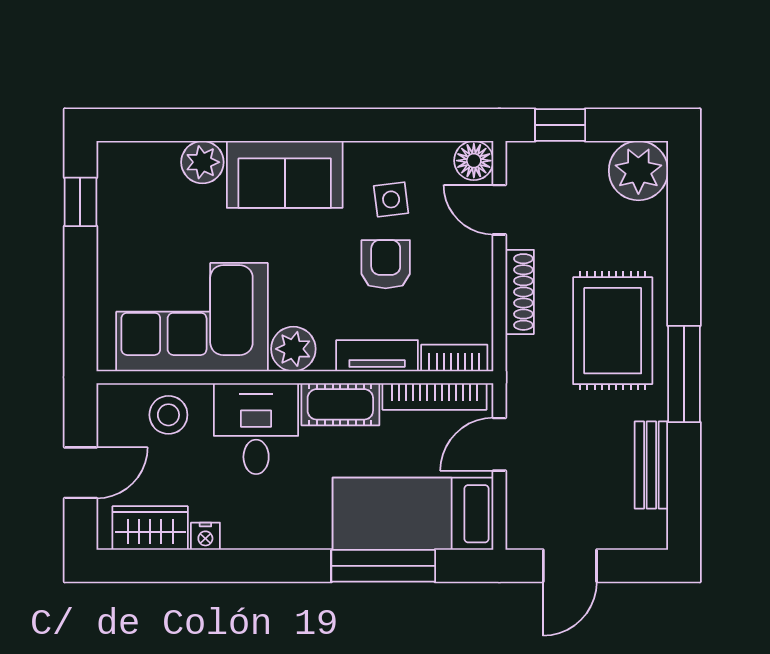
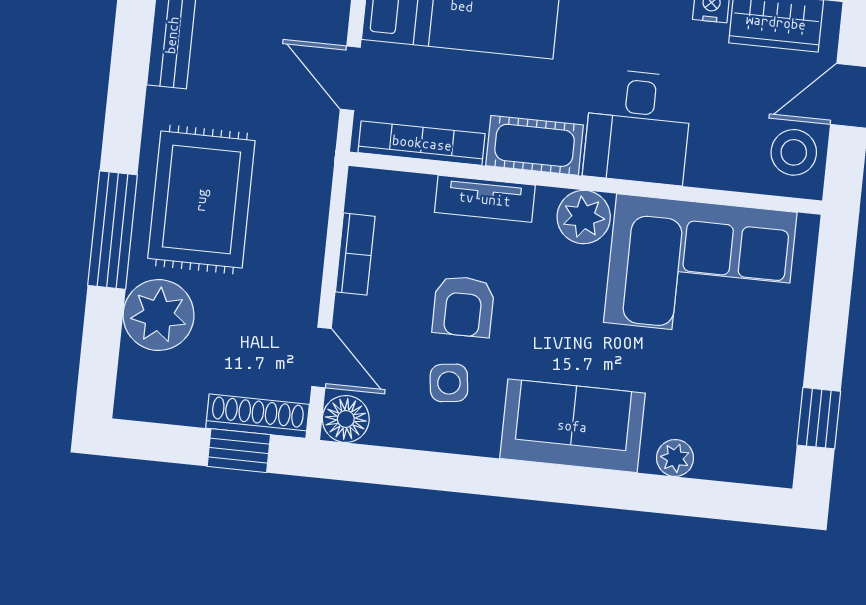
plant: (202, 162) -> (675, 458), width x0.73, depth x0.73
plant: (638, 171) -> (159, 315), moved
shoe rack: (520, 292) -> (257, 416), moved, turned 90
bookcase: (454, 358) -> (355, 254), moved, turned -90
window: (684, 374) -> (113, 230), moved
stool: (168, 415) -> (794, 152), moved
door: (499, 444) -> (350, 78), swing flipped

